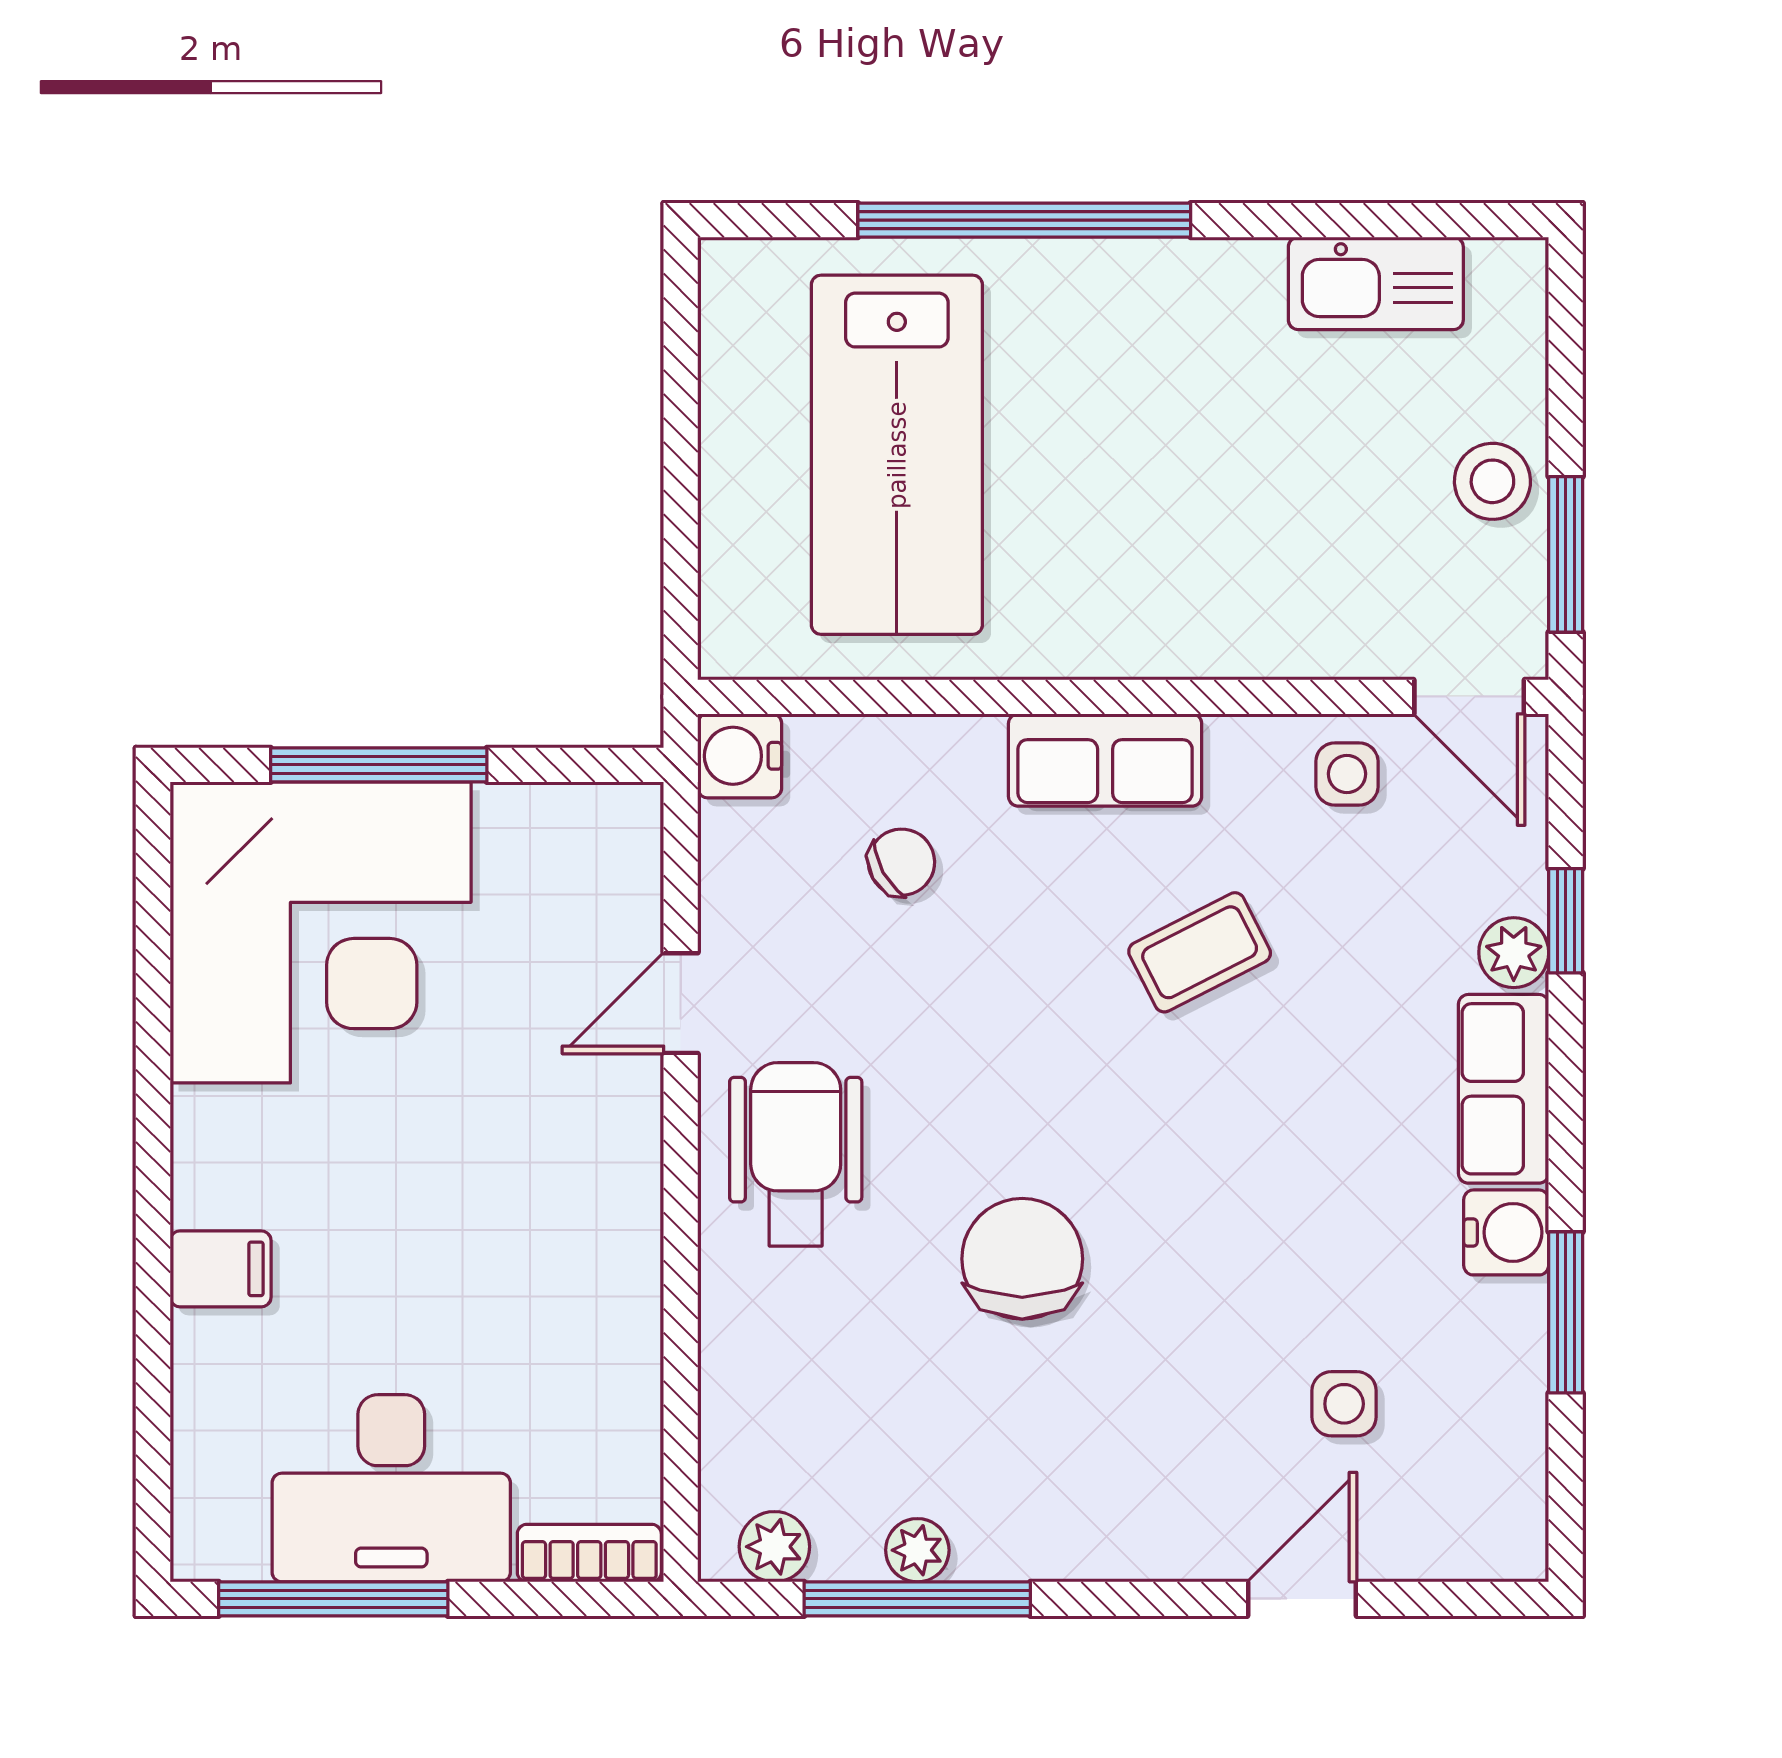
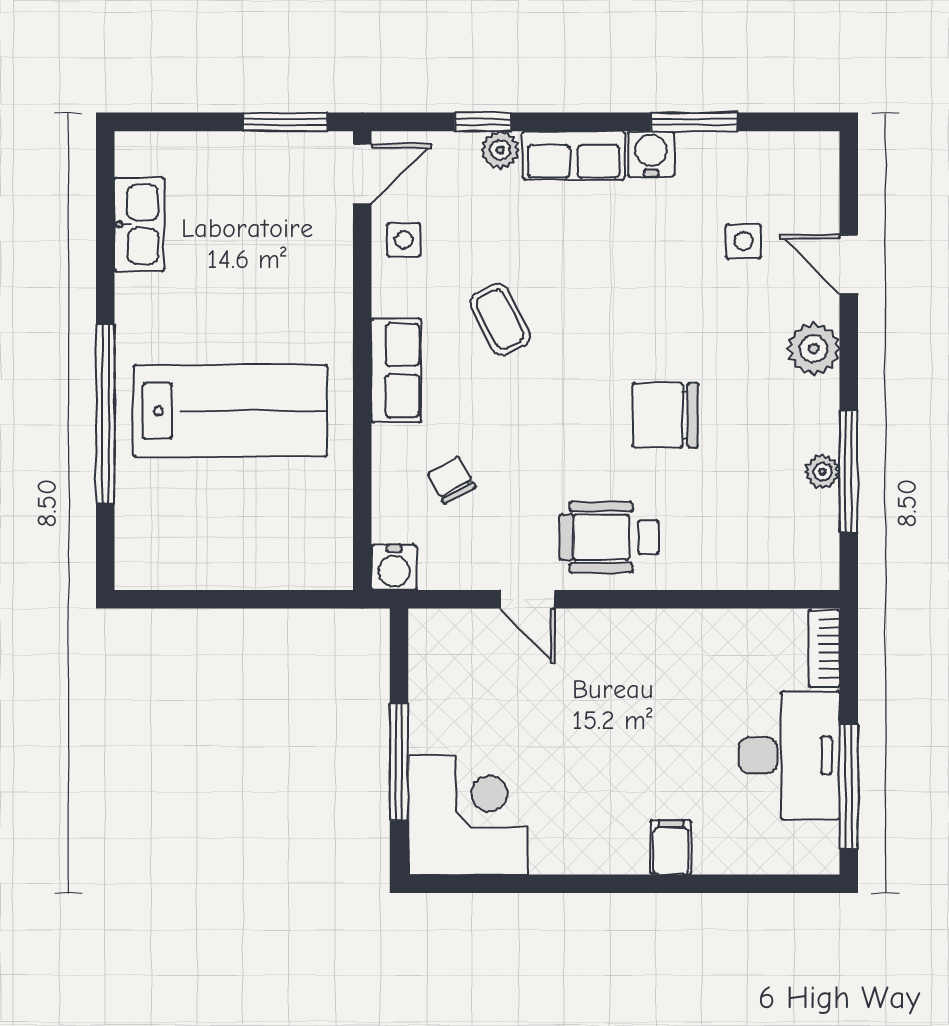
lab bench: (897, 455) -> (230, 411), moved
stool: (1492, 481) -> (246, 161), removed
corner desk: (321, 932) -> (468, 815), width x0.74, depth x0.74
plant: (774, 1547) -> (814, 349), moved, width x1.38, depth x1.38

